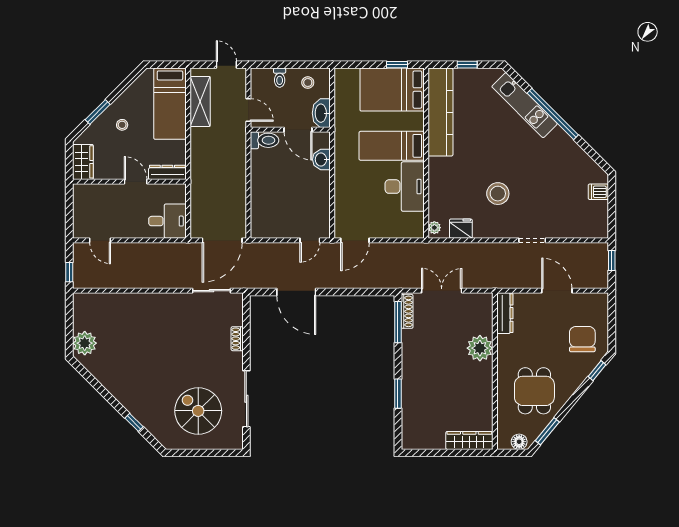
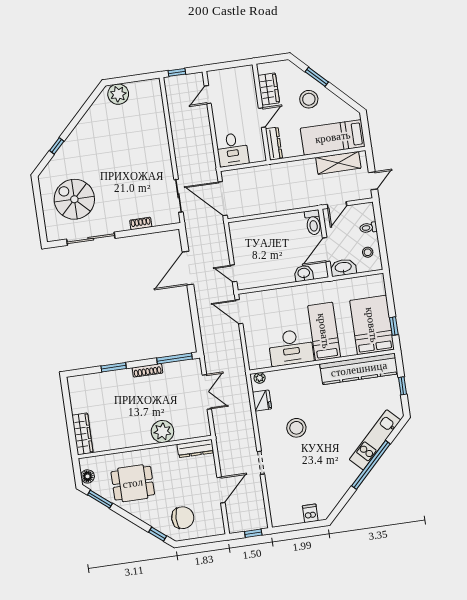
stool: (122, 125) -> (309, 99), width x1.89, depth x1.89
wardrobe: (83, 162) -> (269, 89), moved, turned -90
shoe rack: (407, 311) -> (147, 370), moved
spiral stairs: (198, 411) -> (74, 199), turned -90

